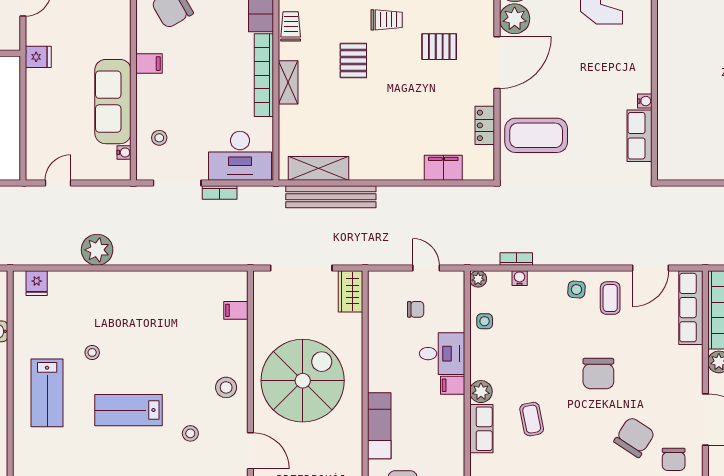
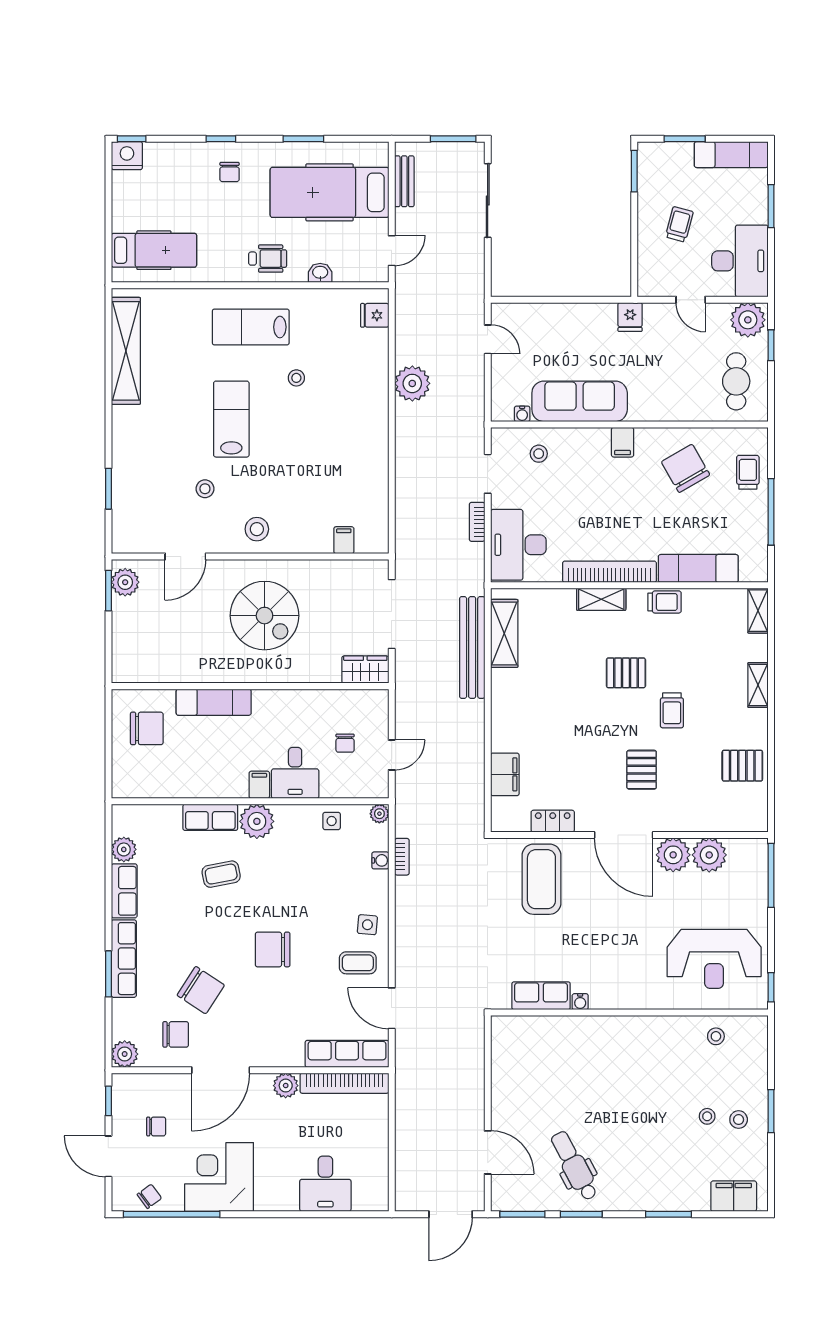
doorway: (177, 183) -> (488, 474), width x0.73
spiral stairs: (303, 381) -> (264, 616), width x0.73, depth x0.73
plant: (481, 392) -> (257, 821), width x1.36, depth x1.36
chair: (674, 459) -> (176, 1034), turned 180

